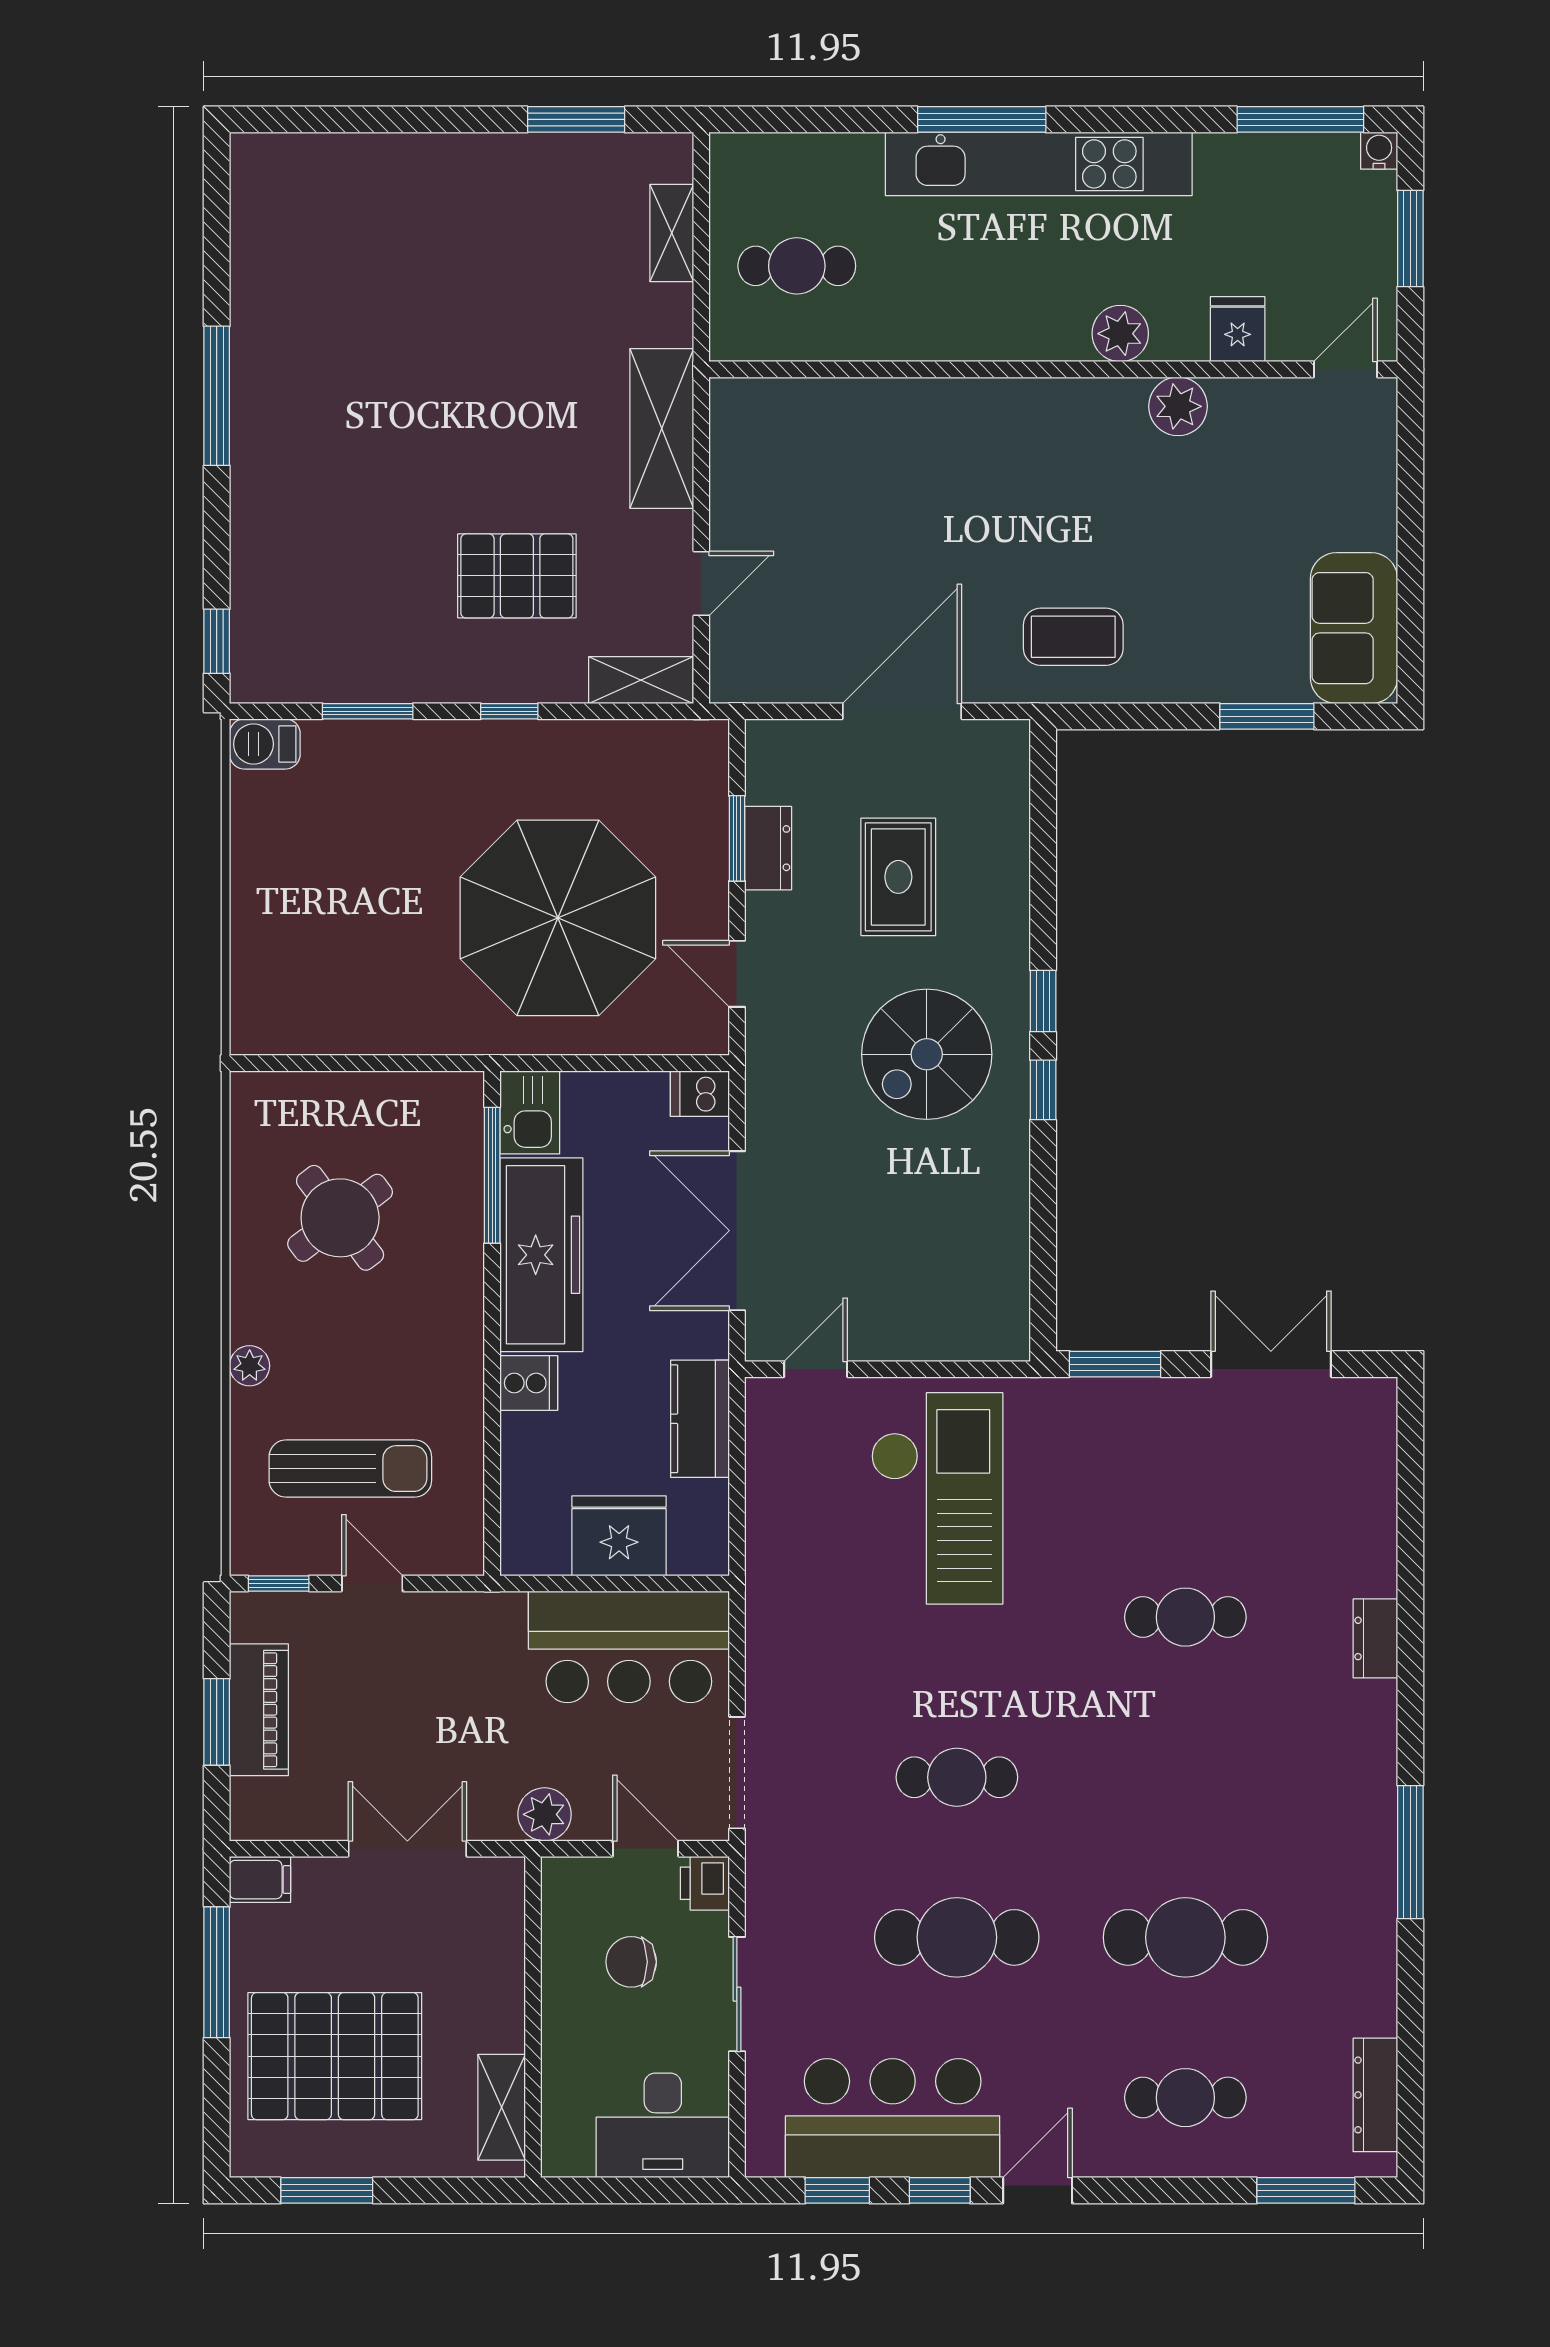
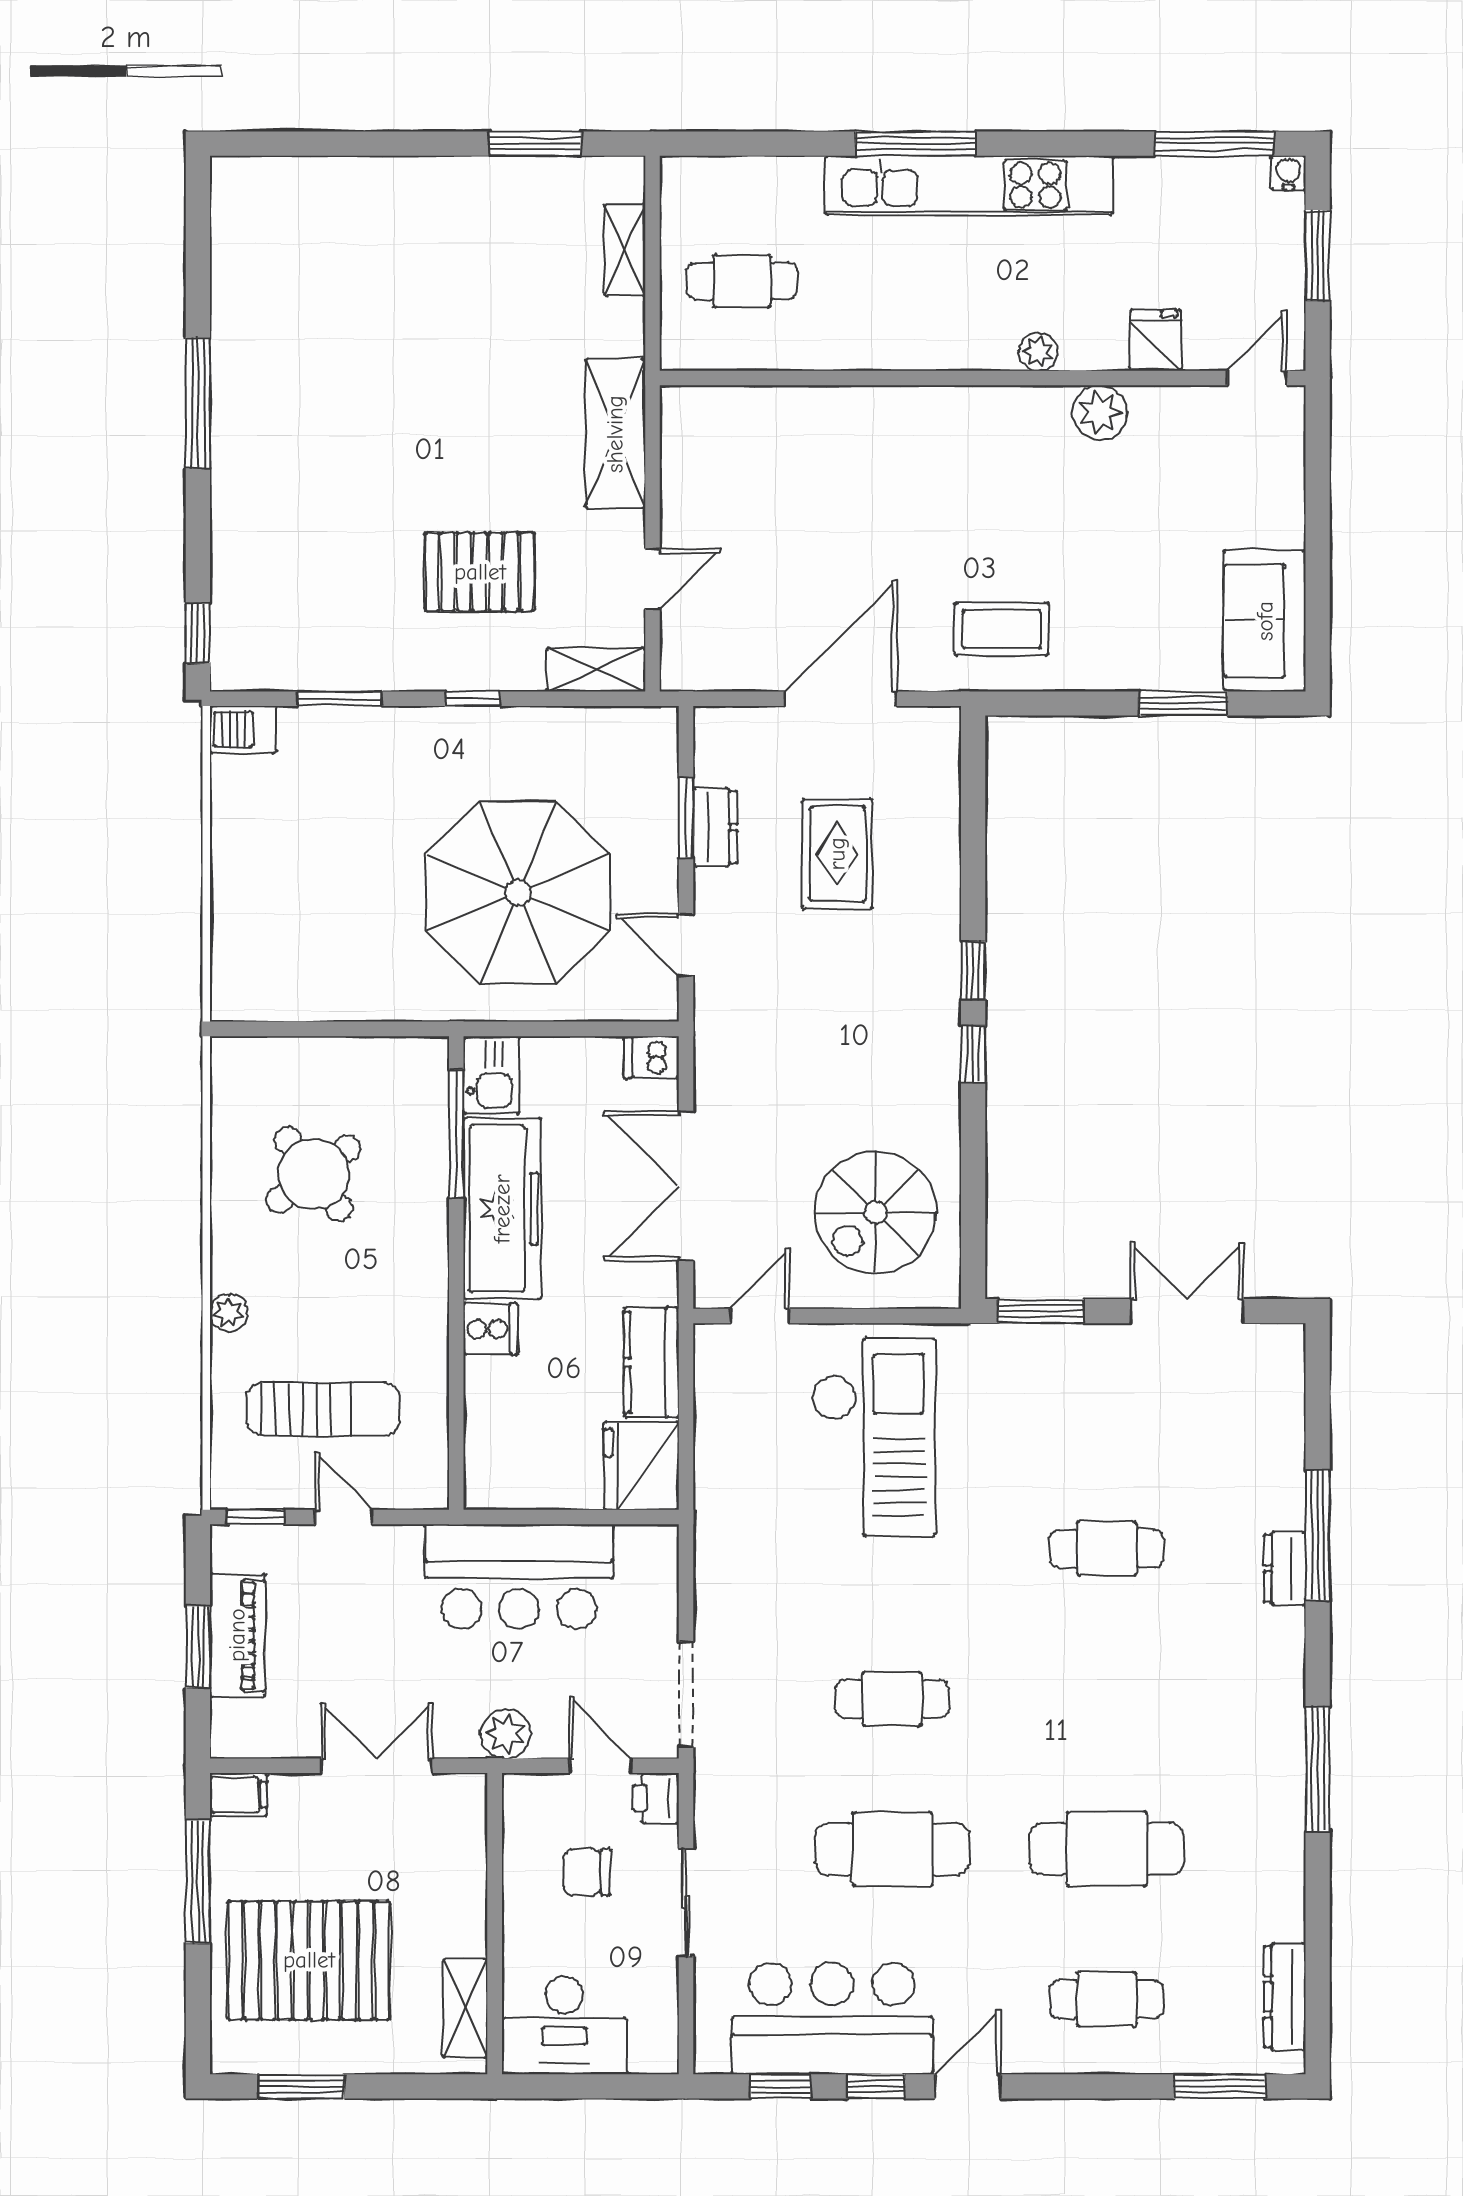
plant: (1120, 334) -> (1038, 352), width x0.73, depth x0.73
spiral stairs: (927, 1054) -> (875, 1212), moved
fridge: (619, 1536) -> (641, 1466), moved, turned -90
window: (1410, 1603) -> (1318, 1535), added
bar counter: (629, 1647) -> (519, 1576), moved
desk: (663, 2125) -> (564, 2025), moved

